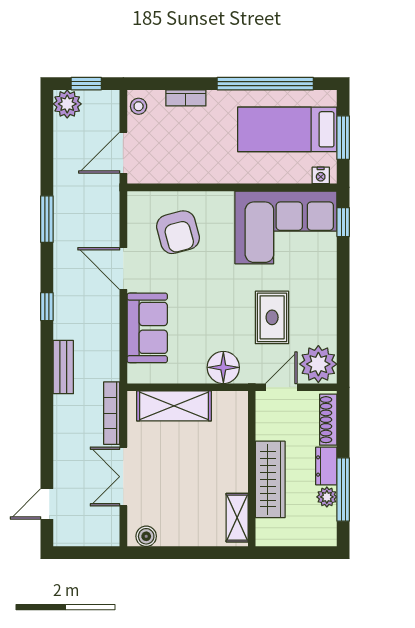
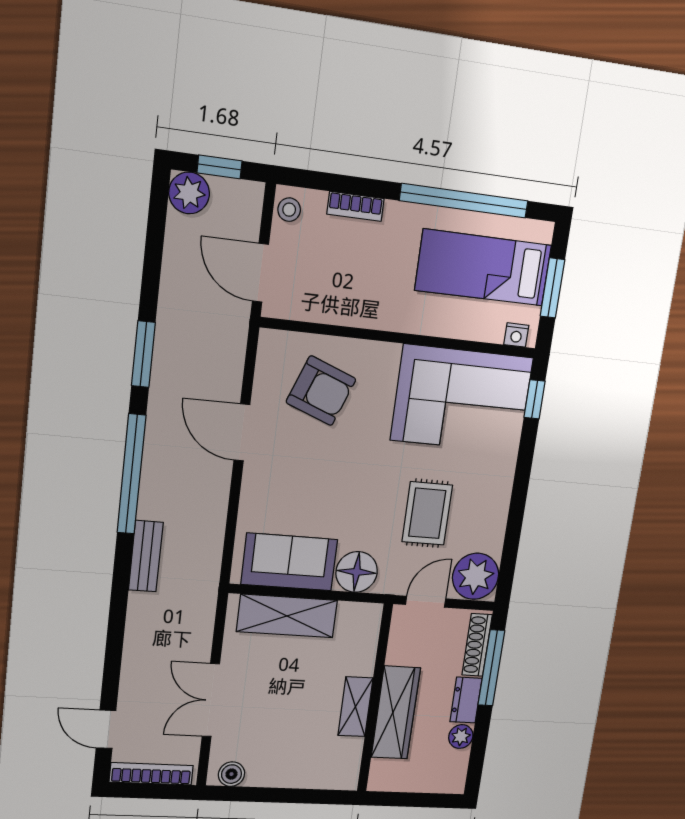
door: (123, 153) -> (260, 273), hinge flipped
armchair: (178, 232) -> (321, 391), turned -54
window: (47, 307) -> (131, 474), width x3.17
sofa: (147, 328) -> (289, 562), moved, turned -90
bookcase: (112, 413) -> (151, 774), moved, turned 90
window: (343, 489) -> (491, 668), moved
door: (47, 504) -> (106, 729), hinge flipped
shelving: (237, 518) -> (355, 707), moved

